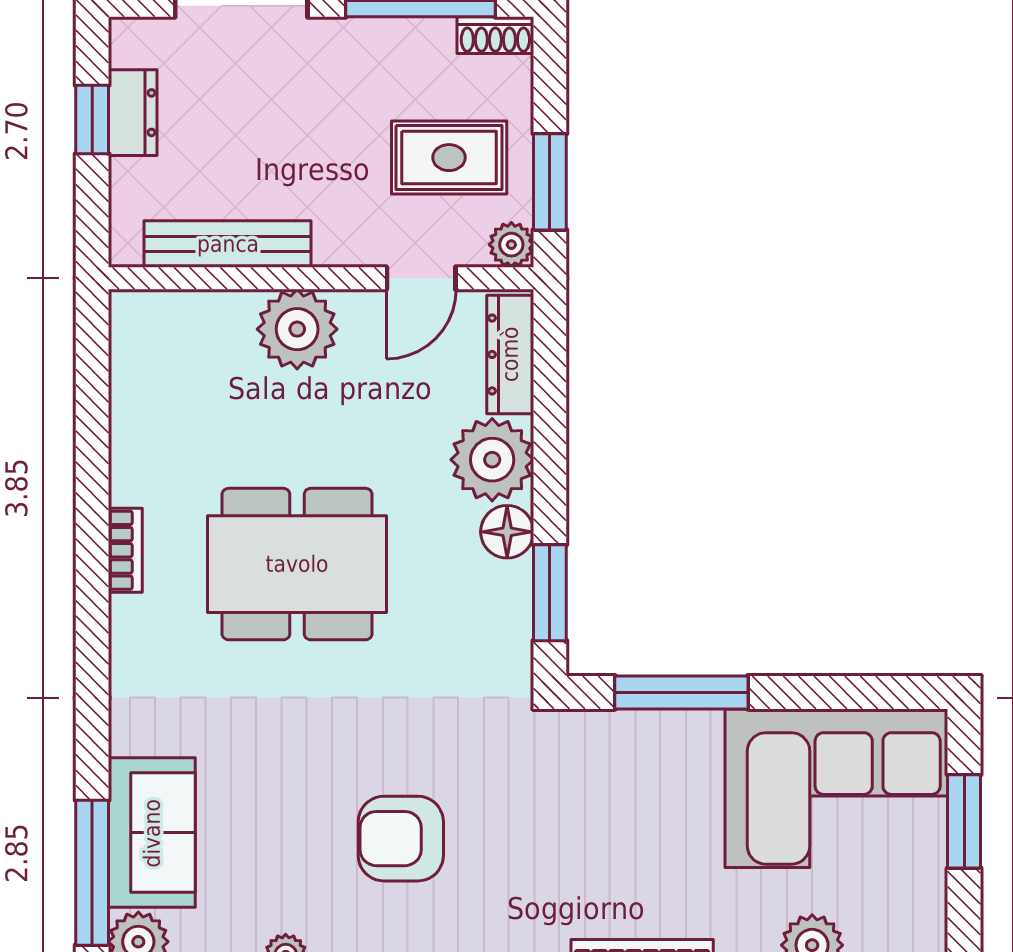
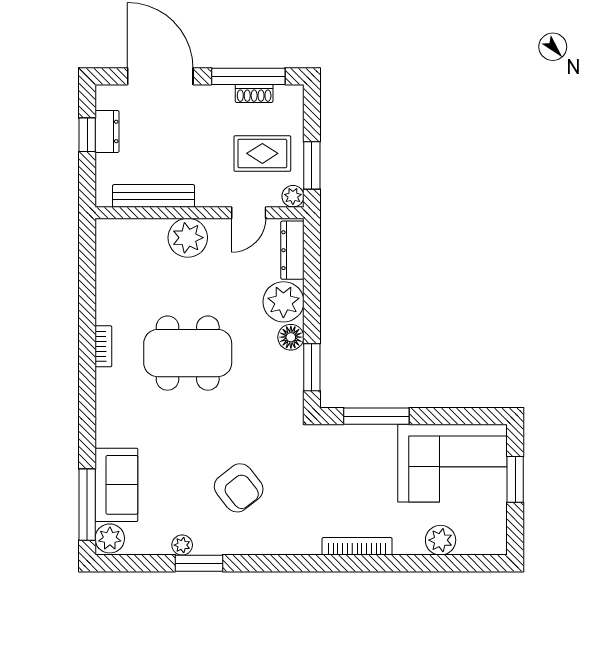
shoe rack: (495, 35) -> (254, 93), moved
armchair: (401, 839) -> (239, 488), turned -128

